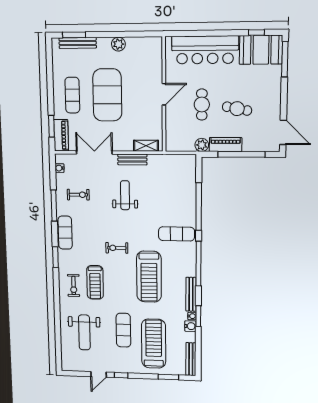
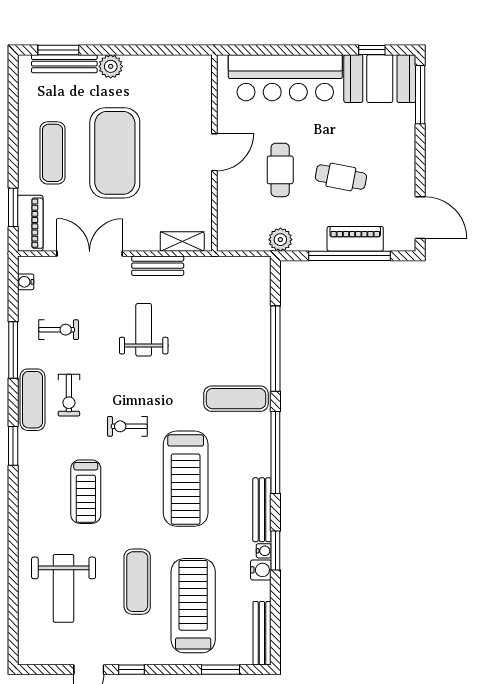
plant: (118, 44) -> (111, 66), moved
piano: (226, 145) -> (355, 239), moved
exercise bike: (74, 285) -> (69, 395), moved

